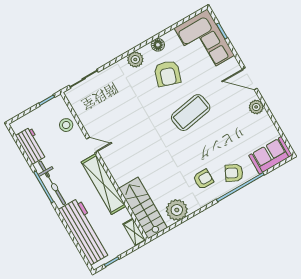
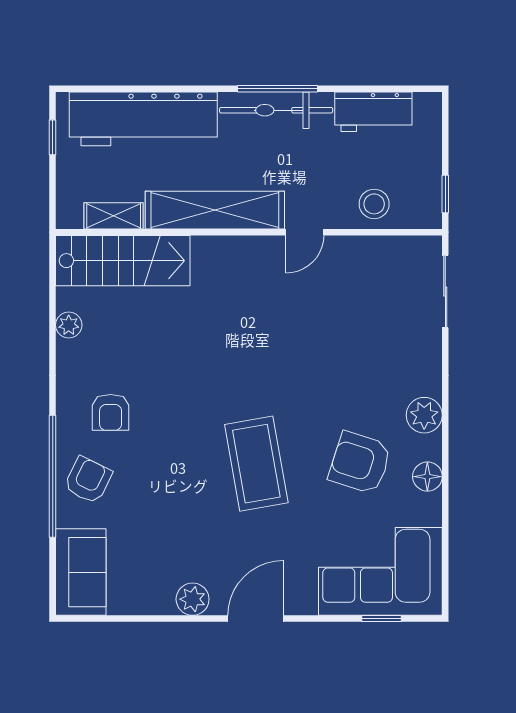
plant: (177, 210) -> (69, 325), width x0.53, depth x0.53
shelving: (134, 232) -> (114, 216), moved

